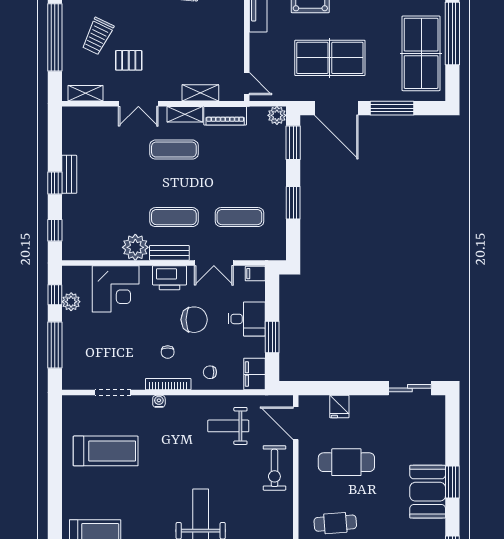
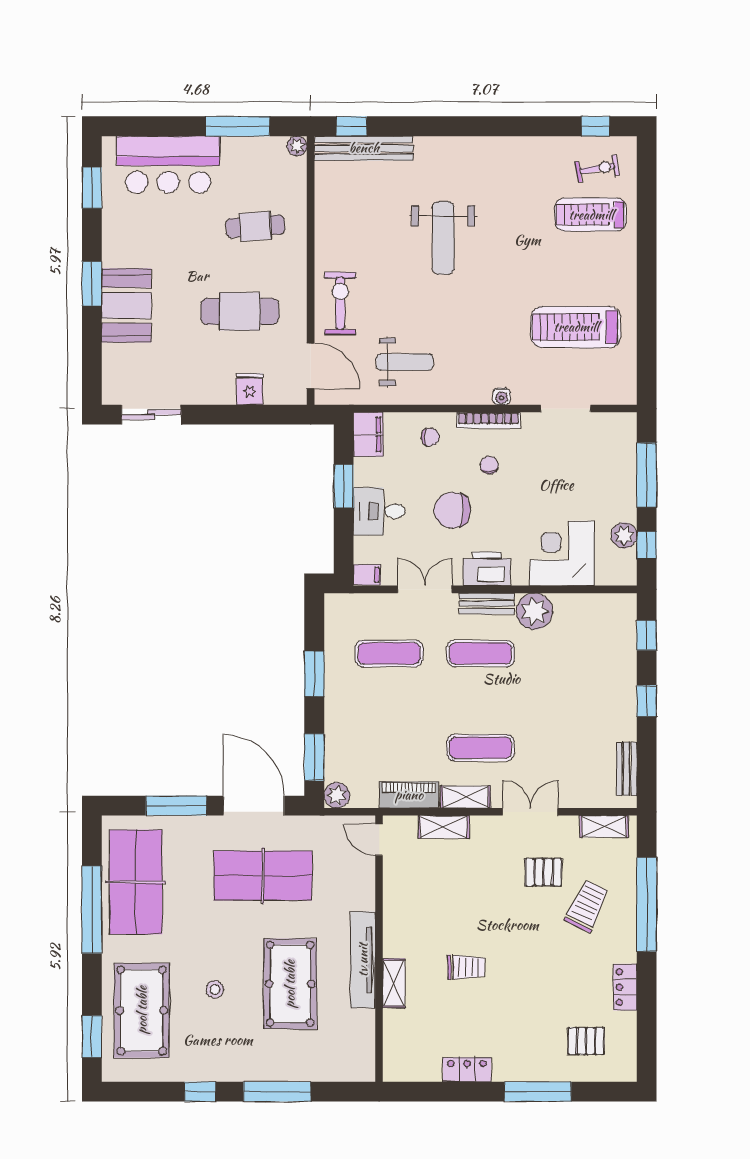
bench: (69, 174) -> (627, 769), moved
booth: (428, 492) -> (126, 305), moved

